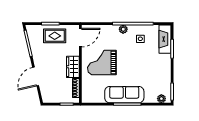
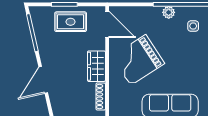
door: (80, 38) -> (107, 24), hinge flipped
grand piano: (102, 63) -> (138, 60), turned -33

